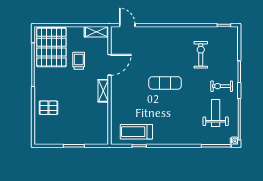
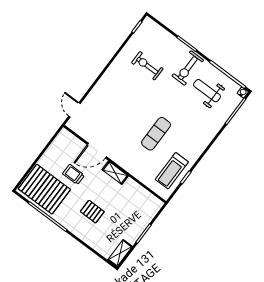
door: (127, 25) -> (75, 110), hinge flipped
shelving: (96, 32) -> (120, 253), moved
door: (109, 65) -> (97, 151), swing flipped
exercise mat: (165, 83) -> (156, 134), moved
exercise bike: (222, 86) -> (188, 68), width x1.38, depth x1.39
pallet: (49, 108) -> (92, 212), moved, turned 90

